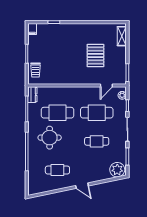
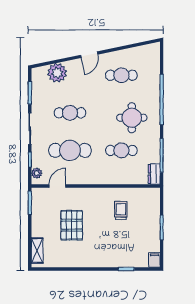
trolley: (36, 70) -> (121, 211), moved
cafe table: (57, 113) -> (121, 150), width x0.73, depth x0.74
plant: (117, 170) -> (57, 73), moved
door: (82, 186) -> (89, 55), swing flipped

